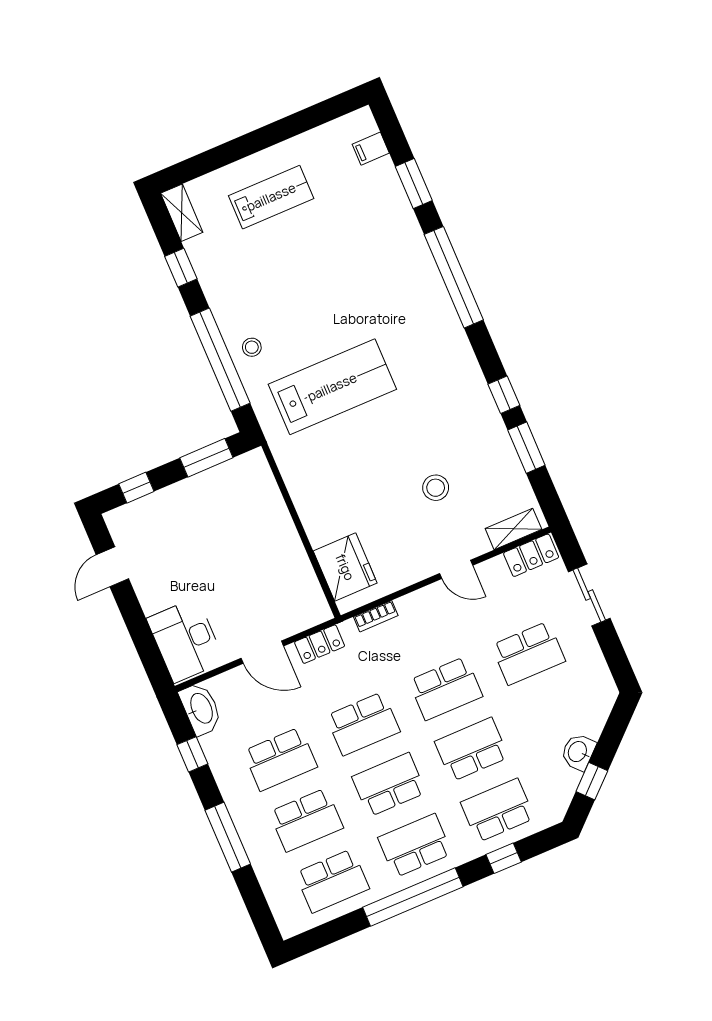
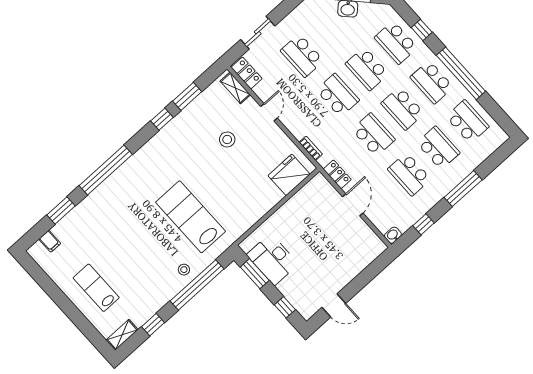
desk: (186, 640) -> (272, 259), moved, turned 90
school desk: (528, 653) -> (302, 56), turned 180
washbasin: (201, 709) -> (393, 235), width x0.52, depth x0.69
school desk: (280, 759) -> (409, 174), turned 180

